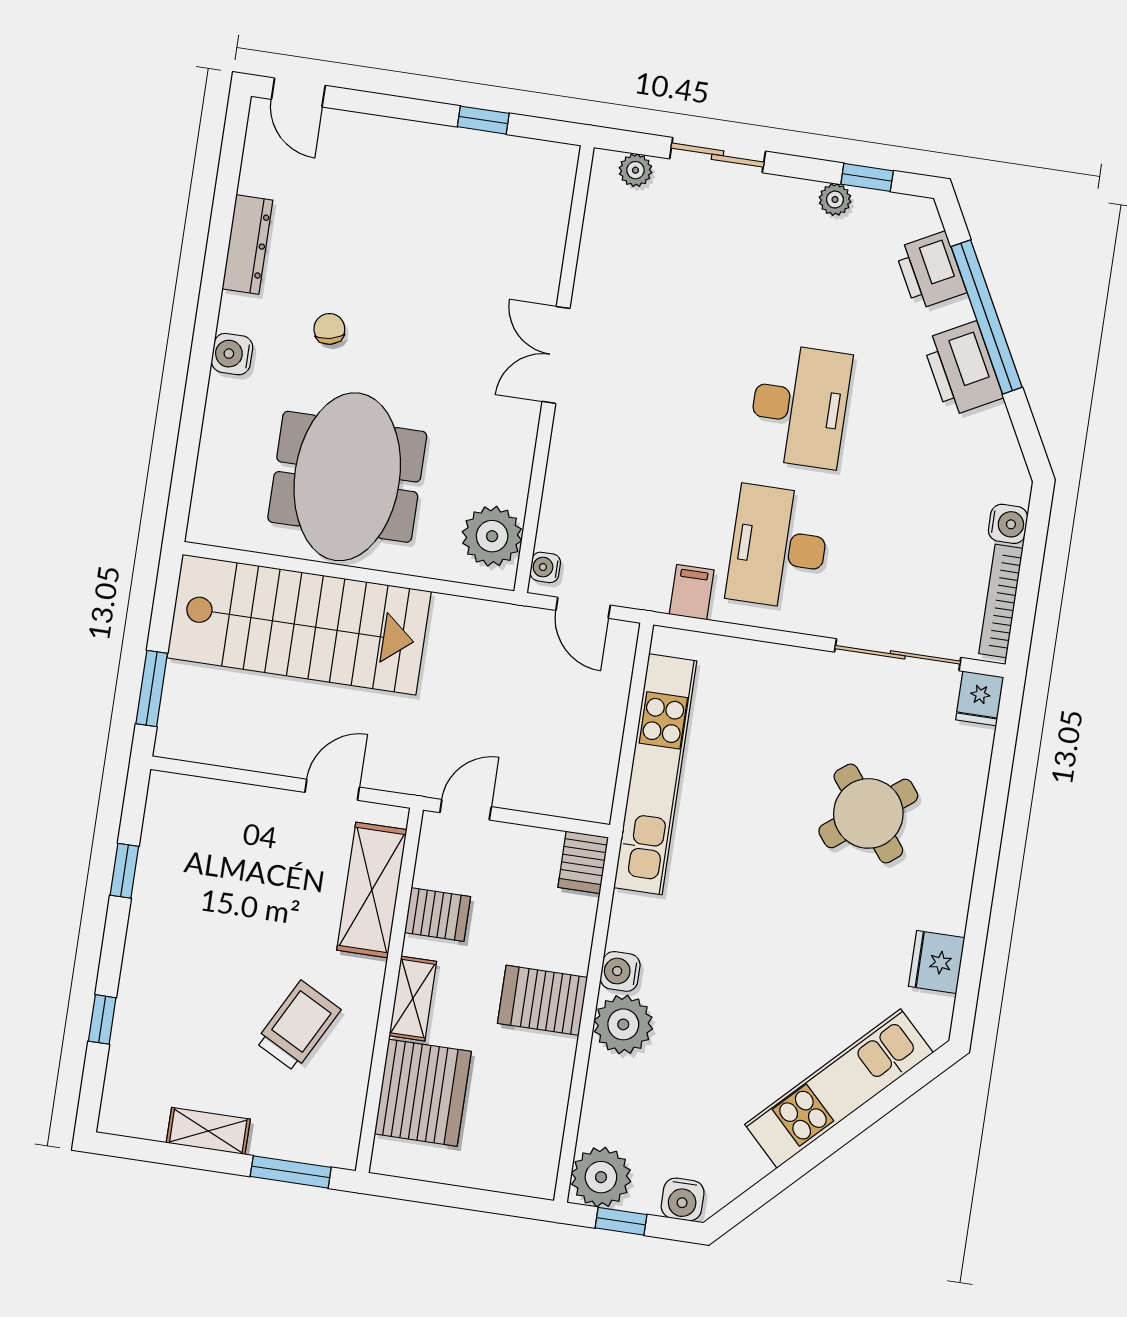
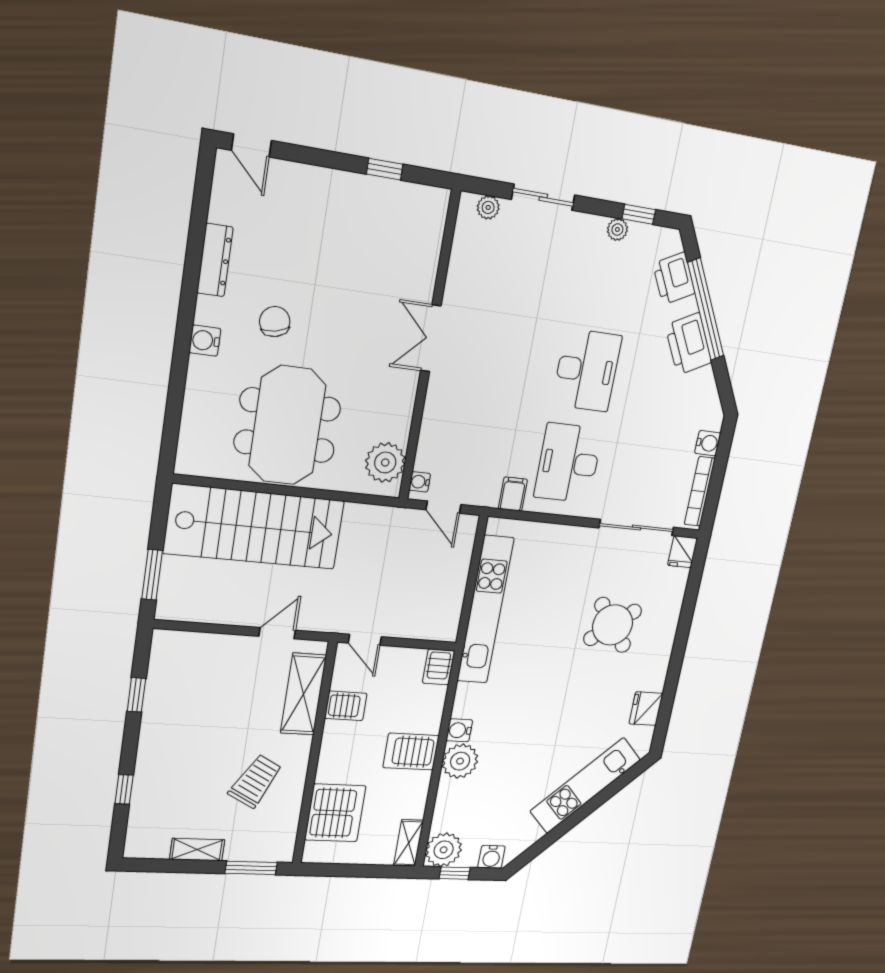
chair: (329, 329) -> (275, 322), width x1.37, depth x1.37
door: (466, 810) -> (365, 640), swing flipped
shelving: (413, 999) -> (408, 843), moved

